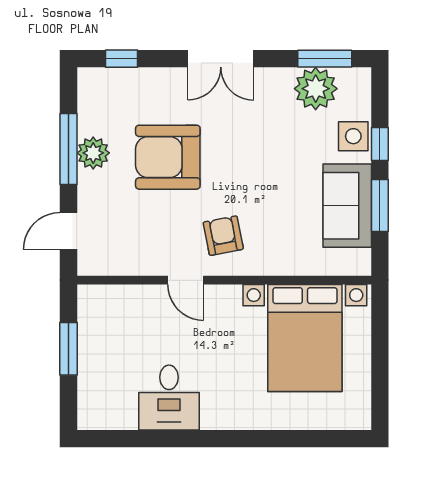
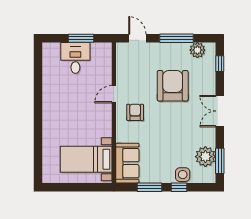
plant: (93, 153) -> (197, 50), moved
sofa: (347, 206) -> (127, 163), moved, turned 90
armchair: (223, 236) -> (135, 112), turned -79
bed with nightstands: (305, 338) -> (86, 159), width x0.73
desk: (169, 398) -> (75, 58), moved, turned 90

